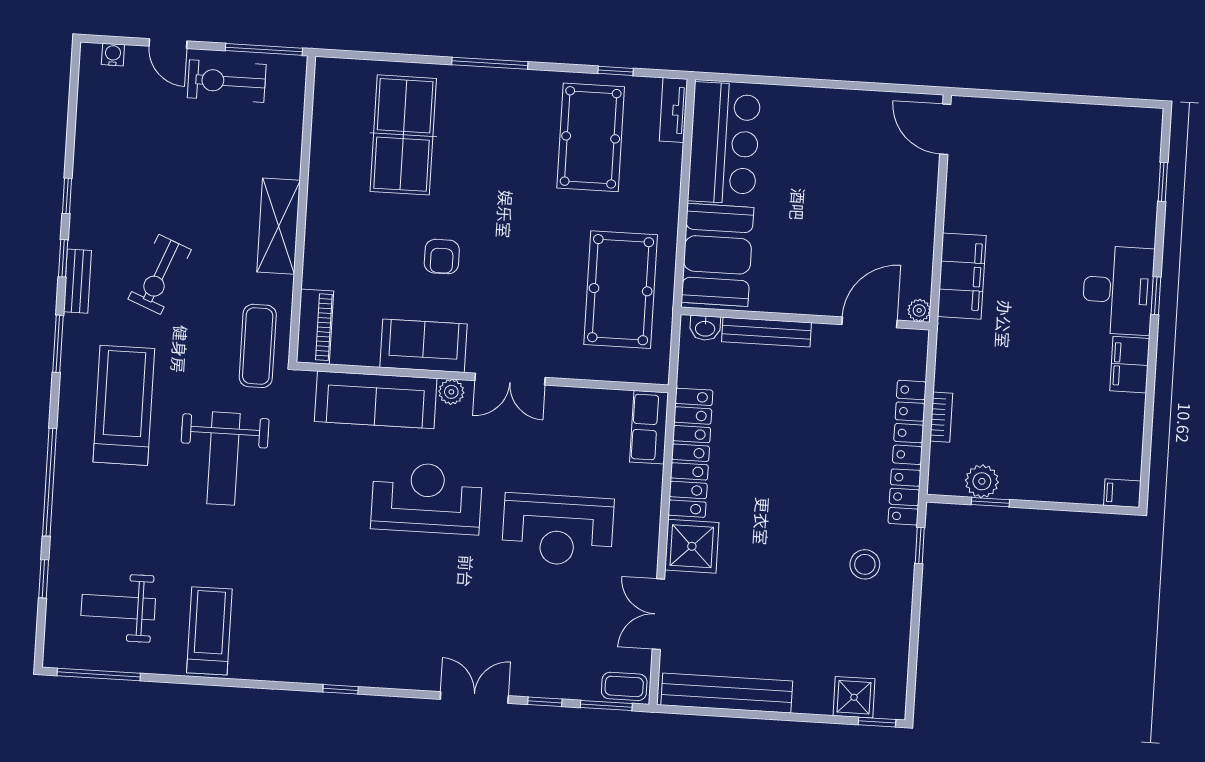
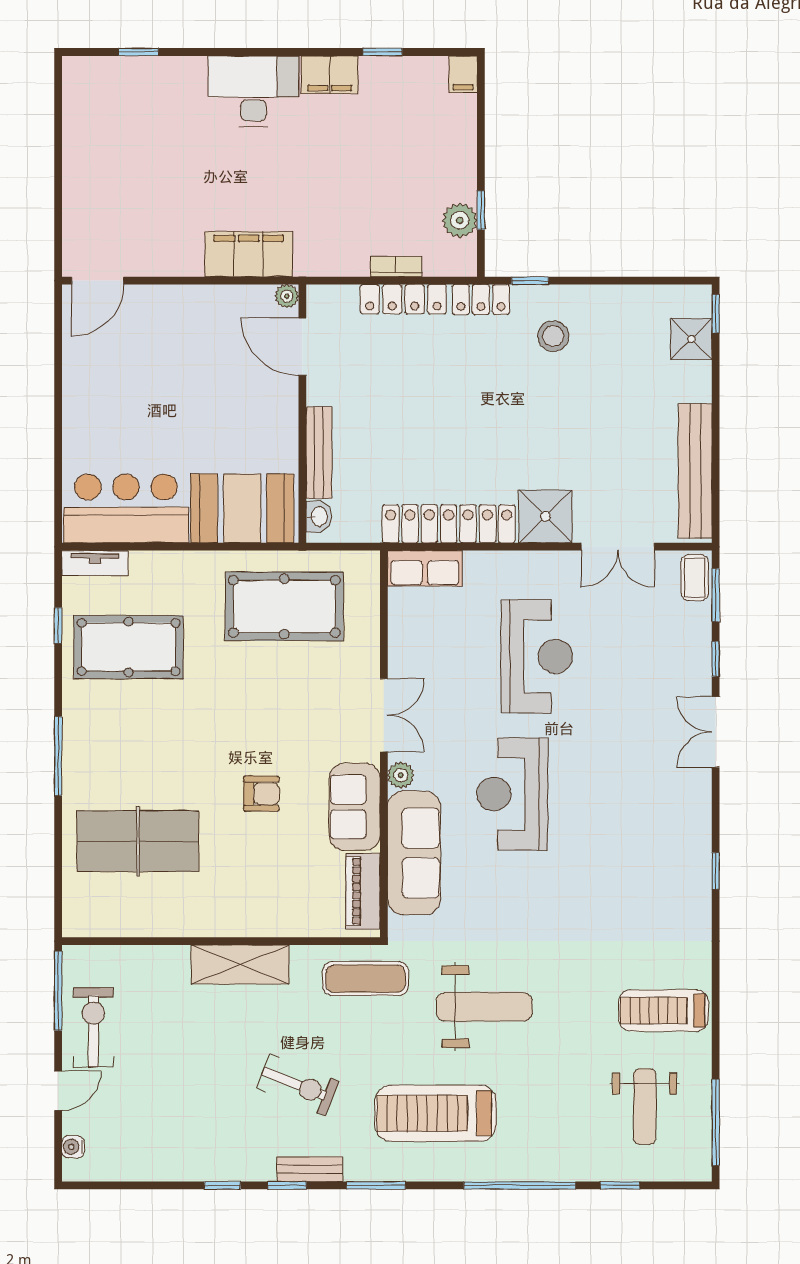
exercise bike: (227, 81) -> (93, 1027), turned 180
window: (1156, 296) -> (383, 52), moved
piano: (315, 327) -> (363, 891), moved, turned -90

